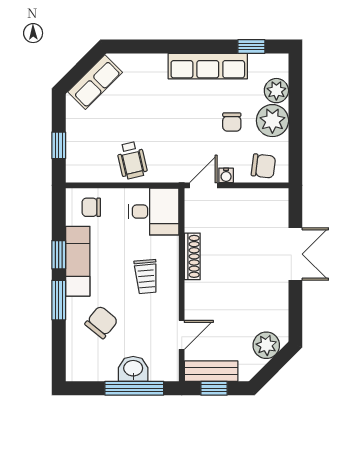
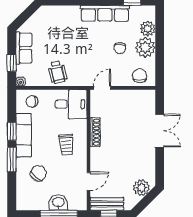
row of seats: (95, 82) -> (24, 48), moved, turned -45
chair: (263, 166) -> (140, 76), turned -97
water cooler: (226, 175) -> (21, 82), moved

